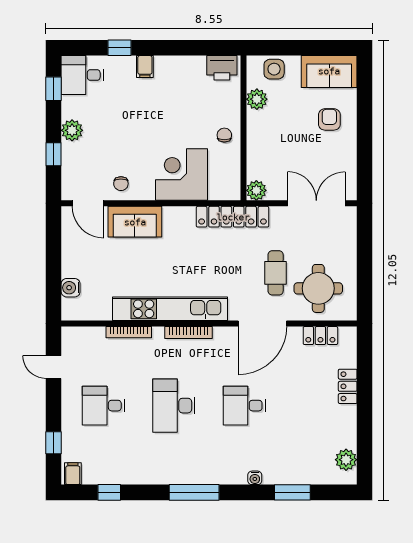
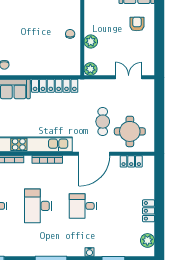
plant: (257, 99) -> (91, 41), moved
corner desk: (182, 175) -> (43, 59), removed
double door: (316, 203) -> (129, 77), width x0.73
locker: (233, 217) -> (55, 86), moved
locker: (348, 386) -> (149, 211), moved

